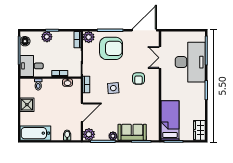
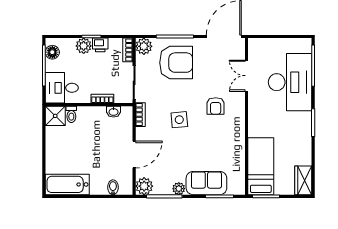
printer: (58, 36) -> (100, 45), added
shower: (27, 105) -> (55, 116), moved

